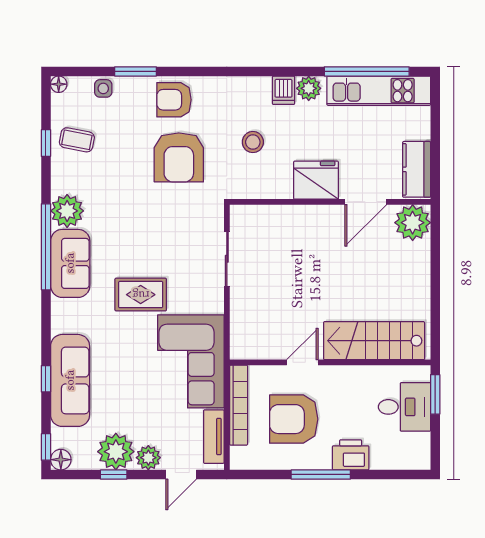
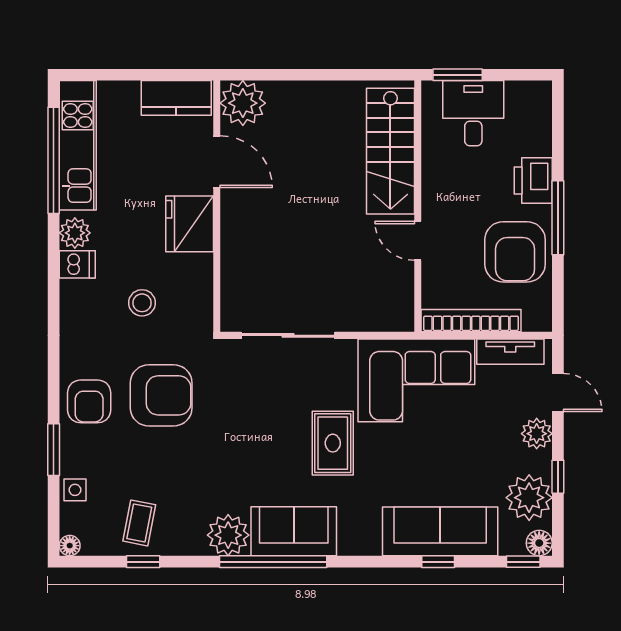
sliding door: (227, 259) -> (288, 335), width x1.37
armchair: (294, 419) -> (515, 252), moved
plant: (116, 452) -> (529, 498), moved

